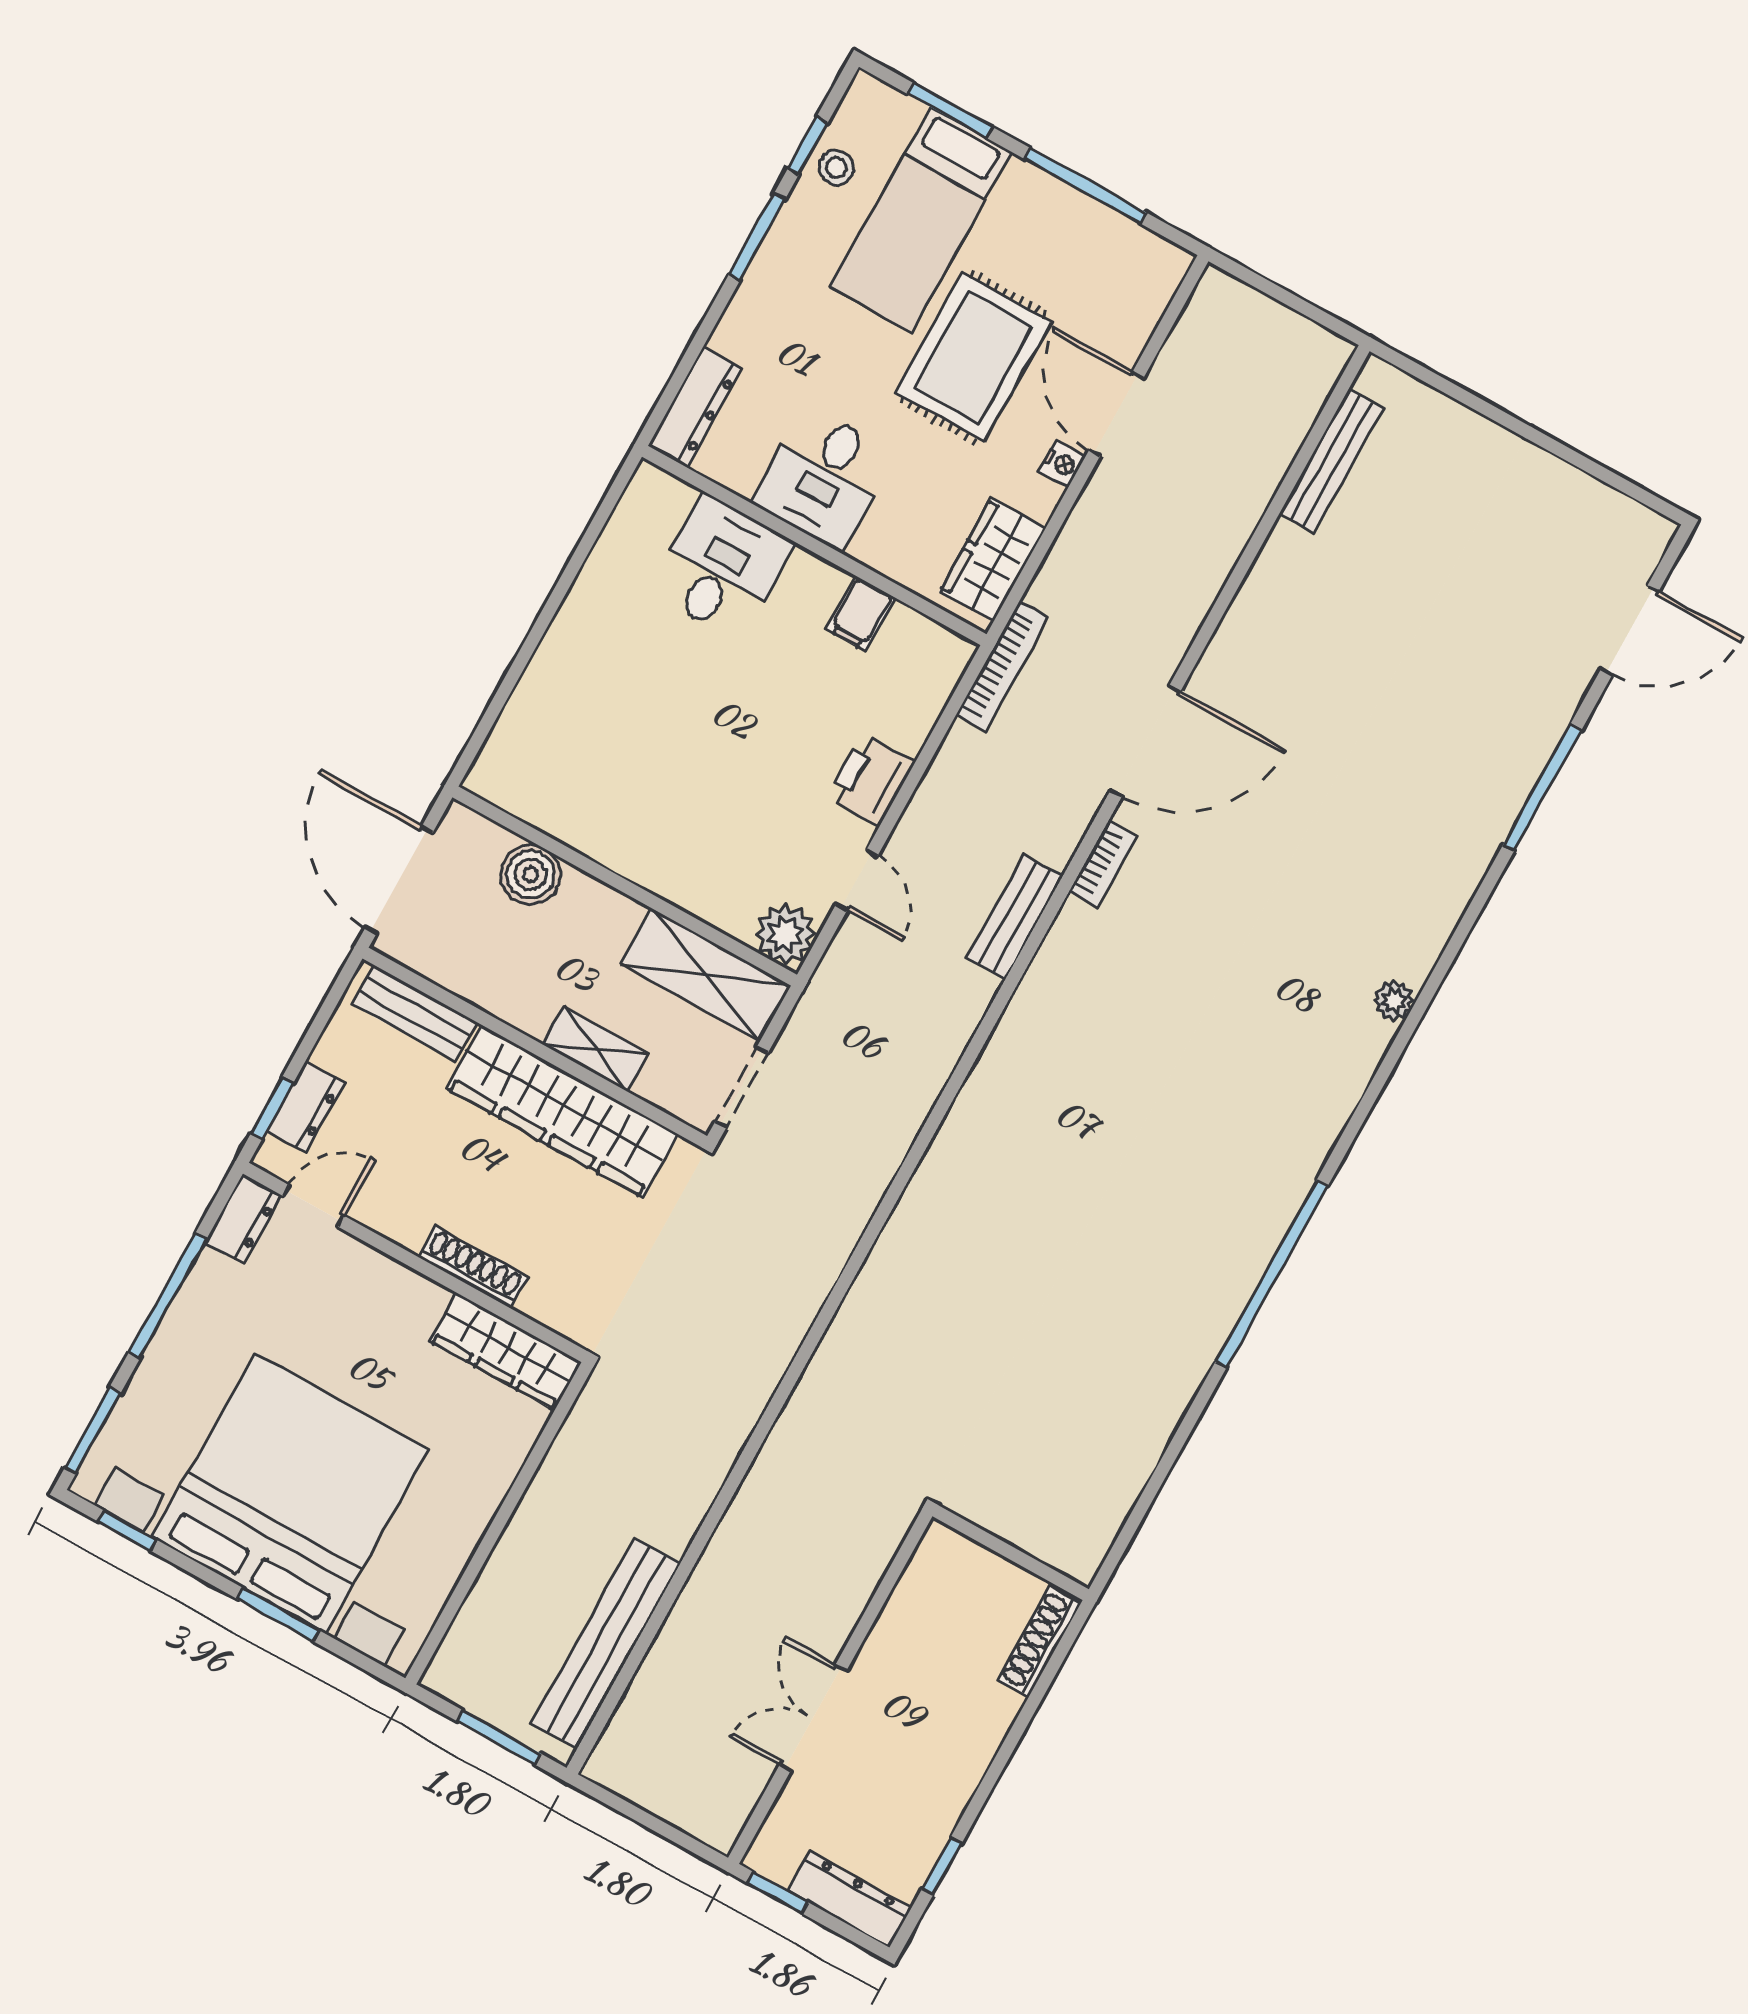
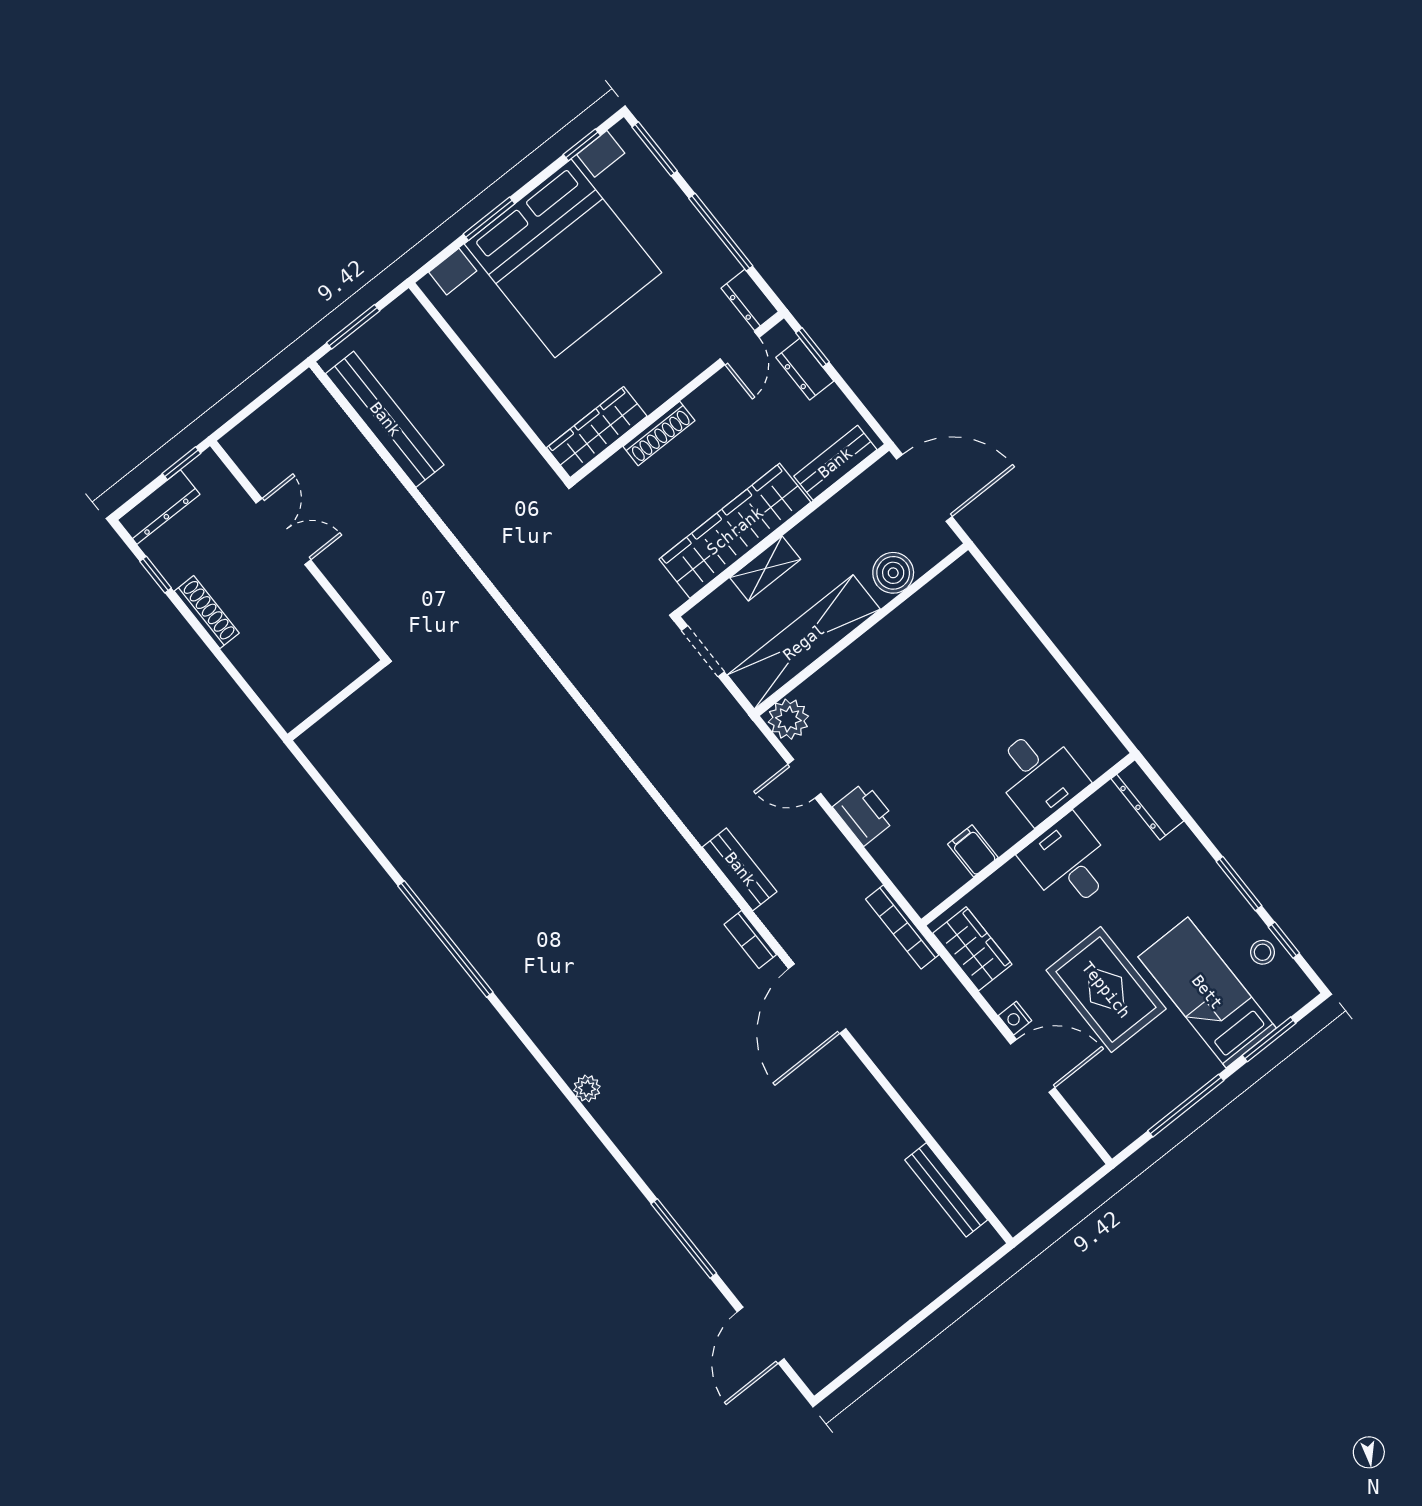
shelving: (706, 975) -> (804, 642), width x1.47
shoe rack: (1039, 1642) -> (207, 612), moved

